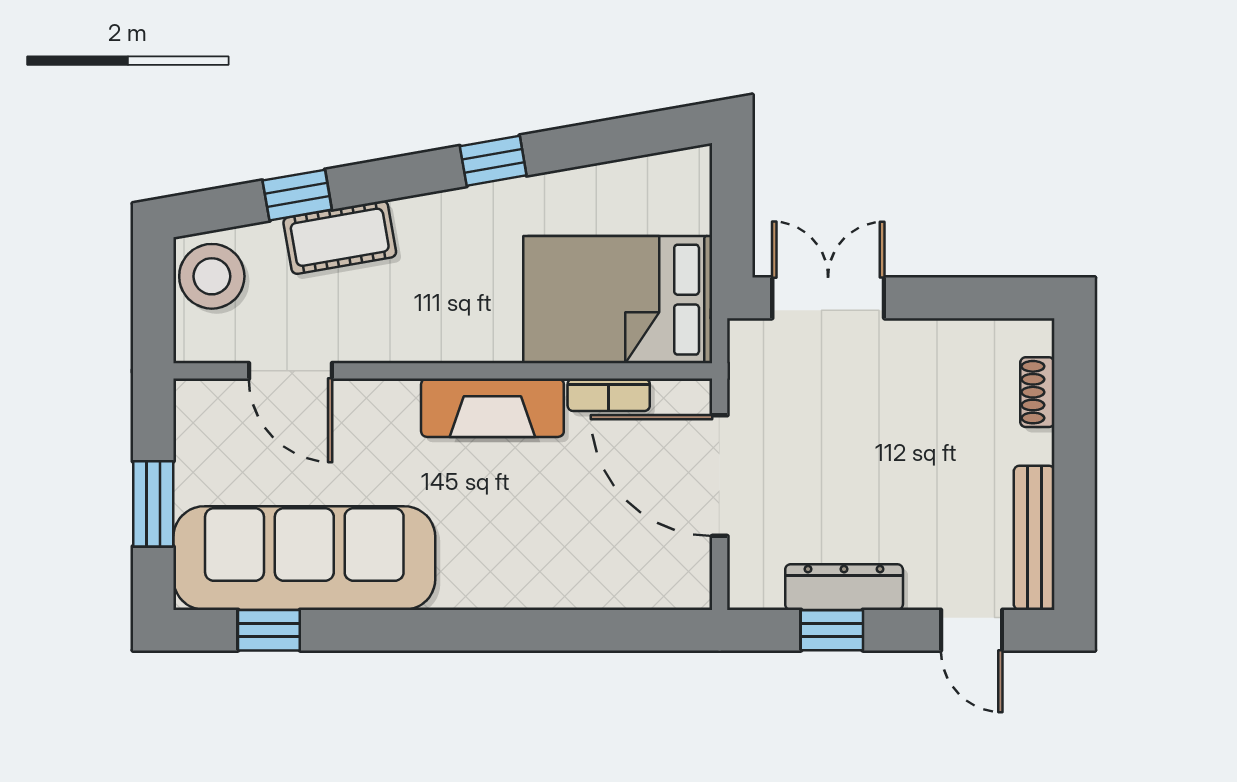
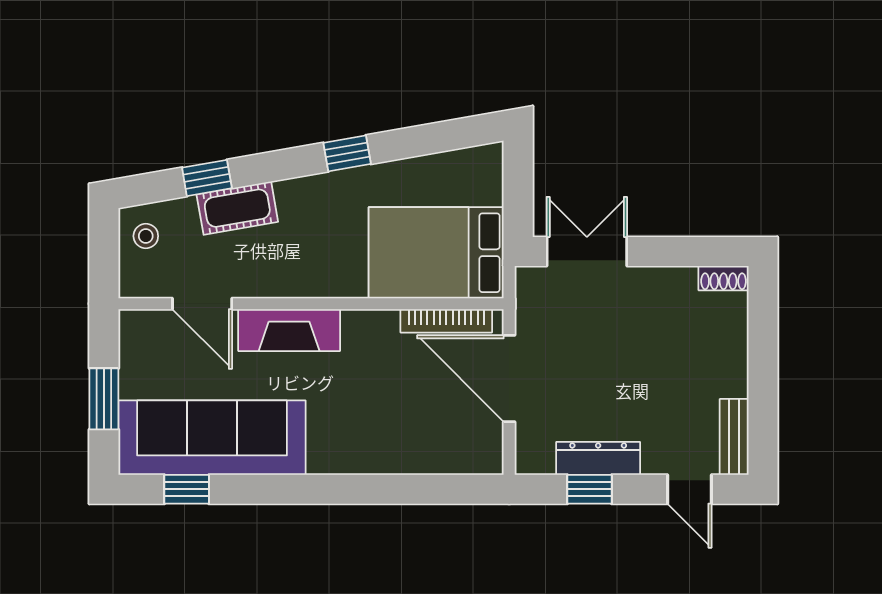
stool: (212, 276) -> (146, 236), width x0.53, depth x0.53
shoe rack: (1037, 392) -> (724, 278), moved, turned -90
bookcase: (609, 395) -> (446, 321), width x1.56
fireplace: (492, 408) -> (289, 330), moved
bench: (1034, 538) -> (734, 437), width x0.73

